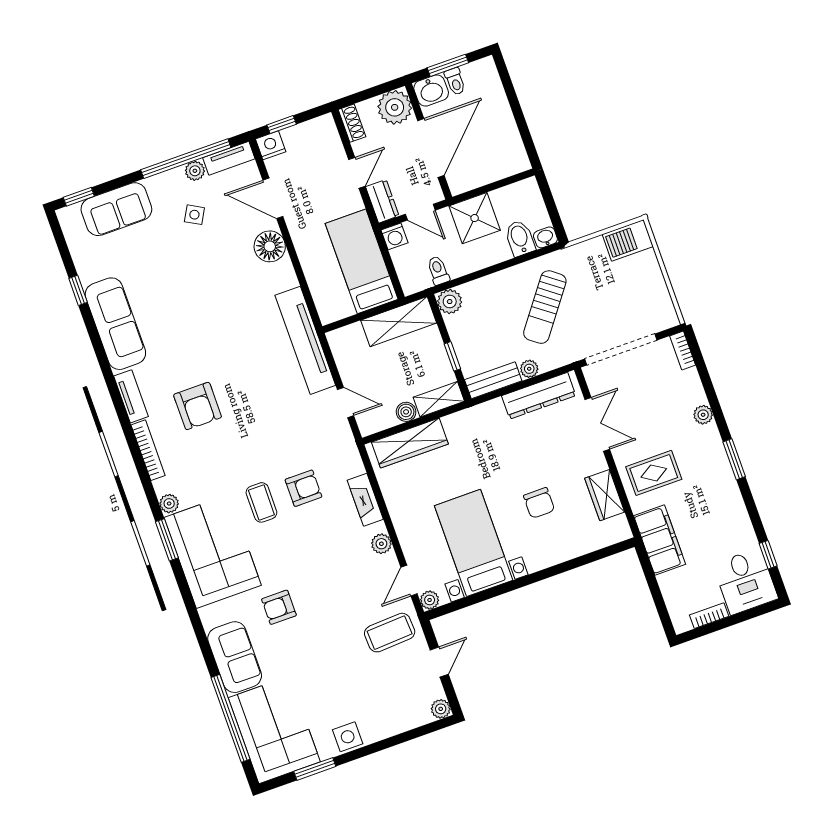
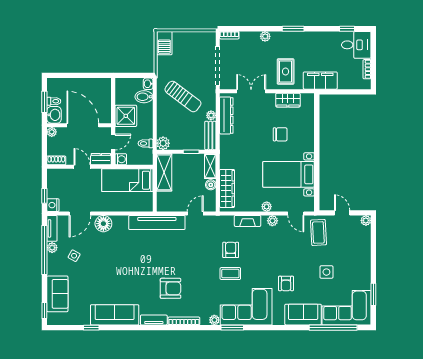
plant: (395, 107) -> (52, 132), width x0.53, depth x0.53
plant: (430, 600) -> (267, 207), moved
side table: (348, 737) -> (326, 272), moved

